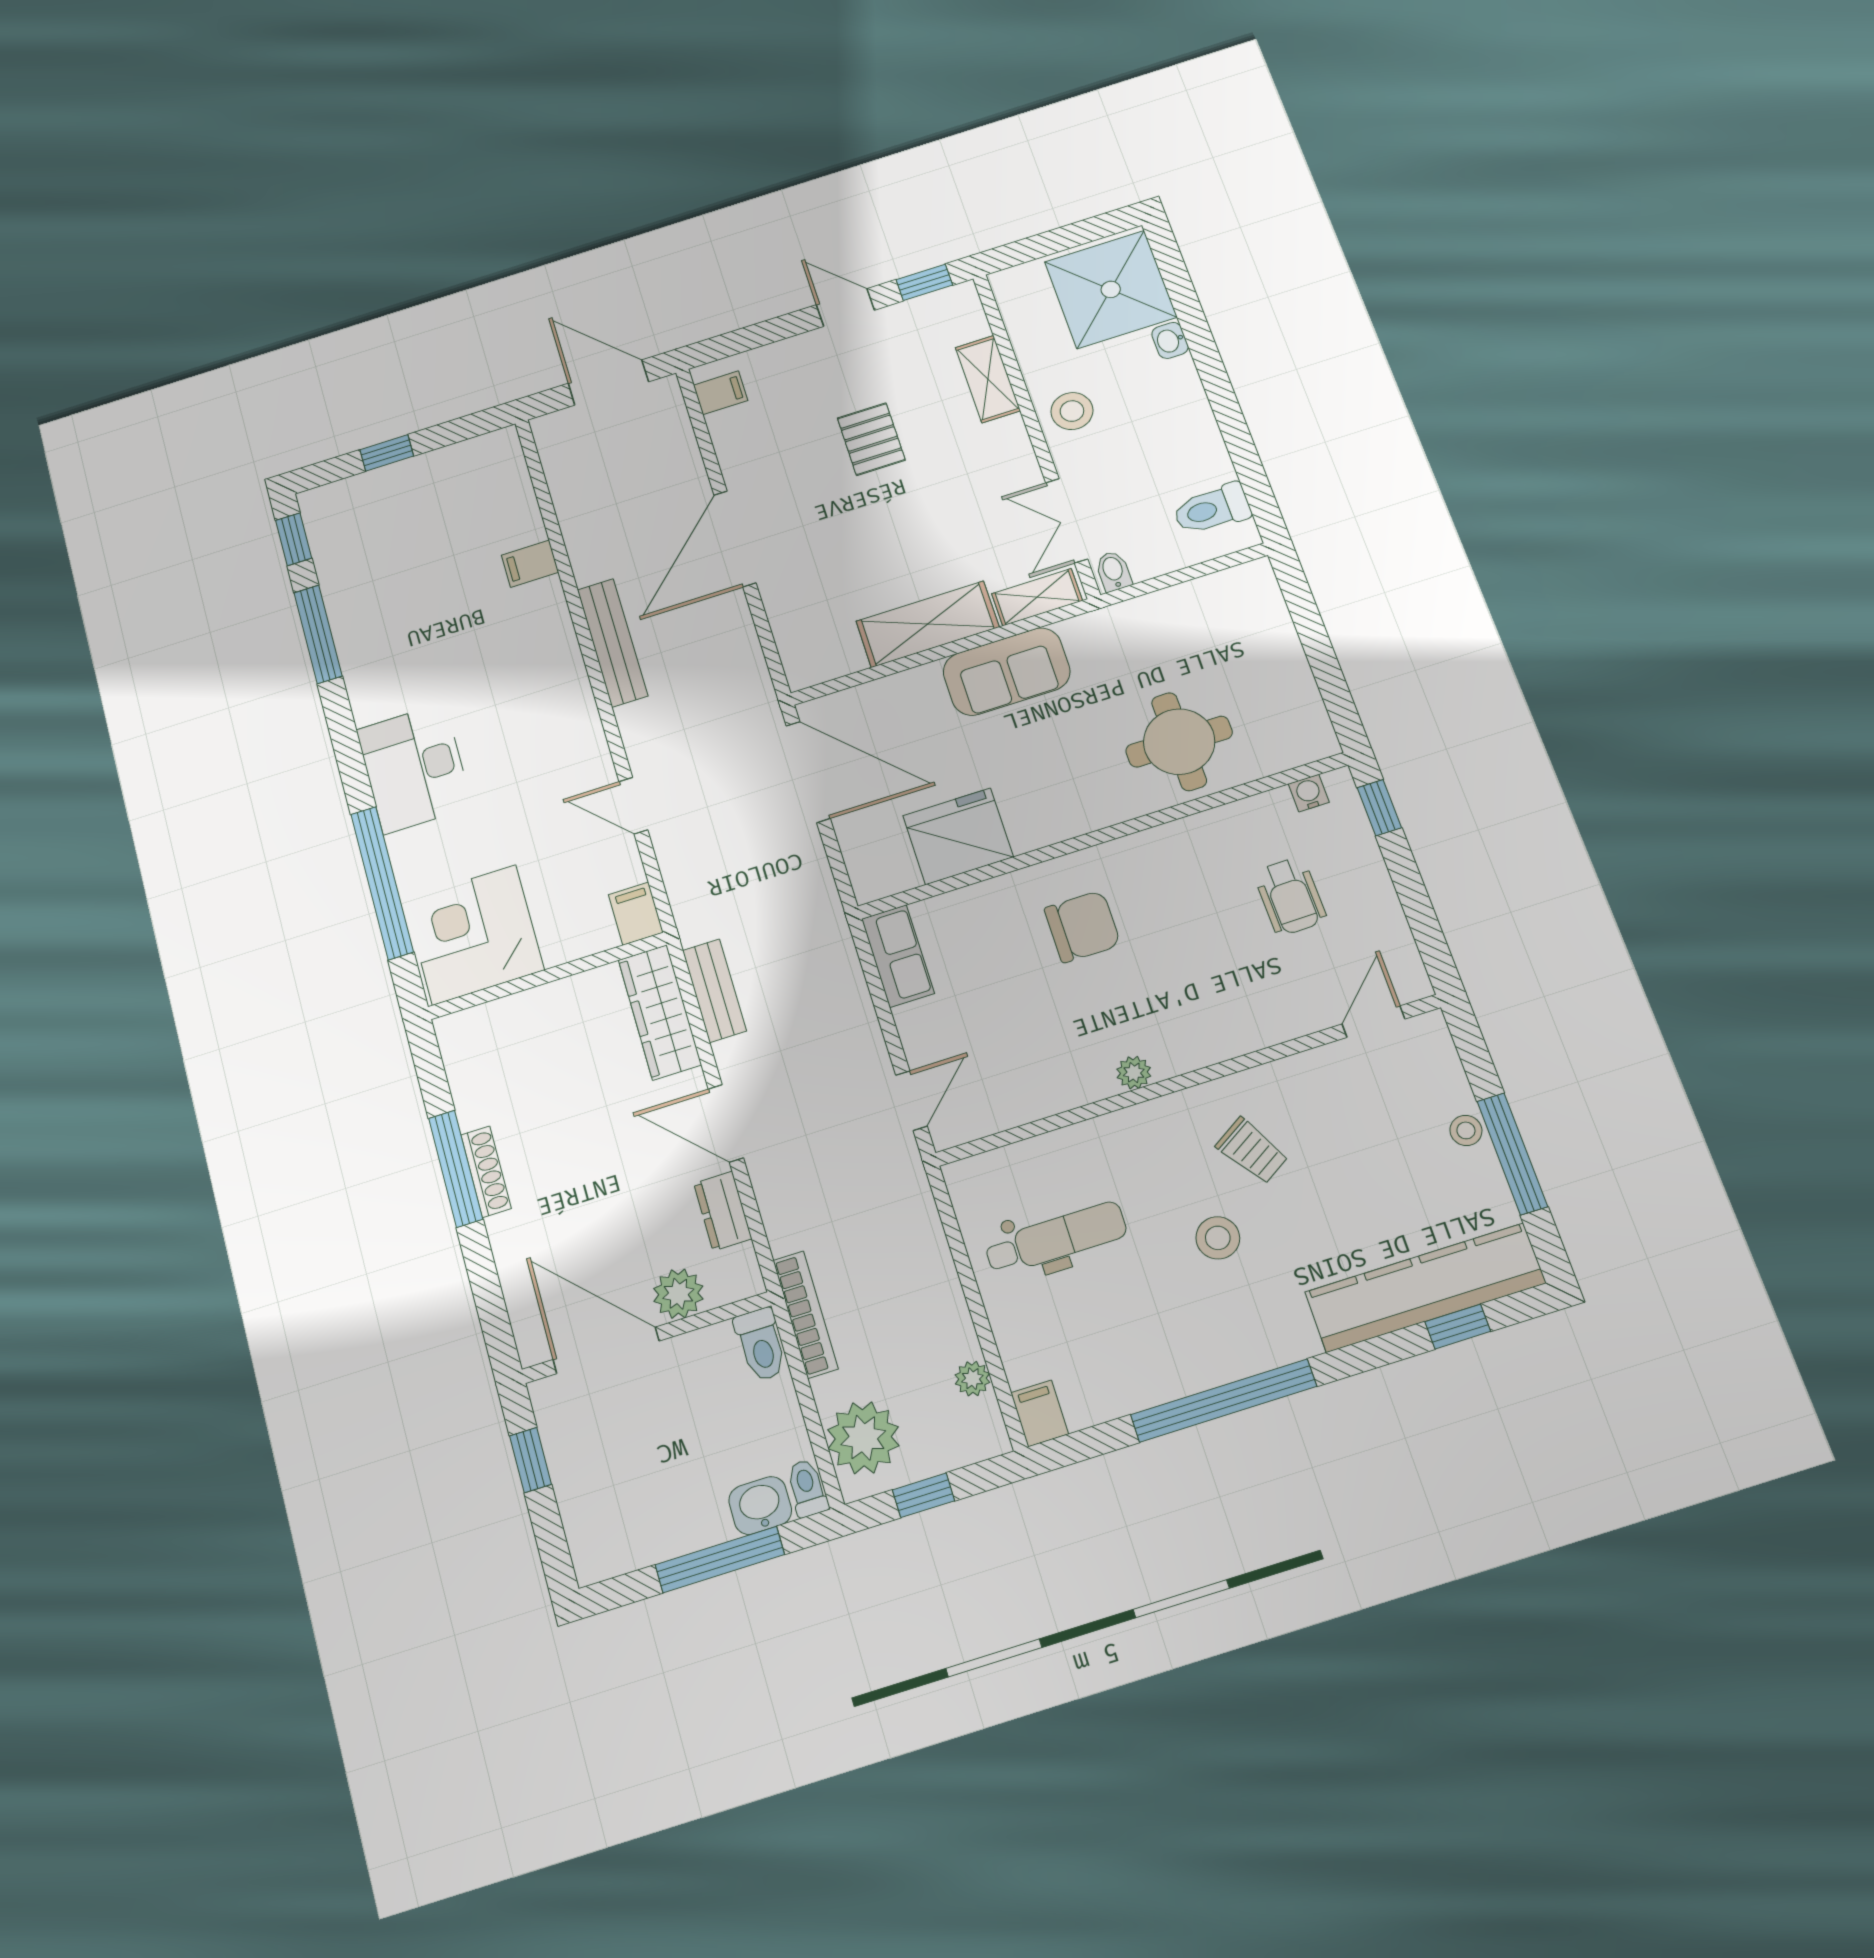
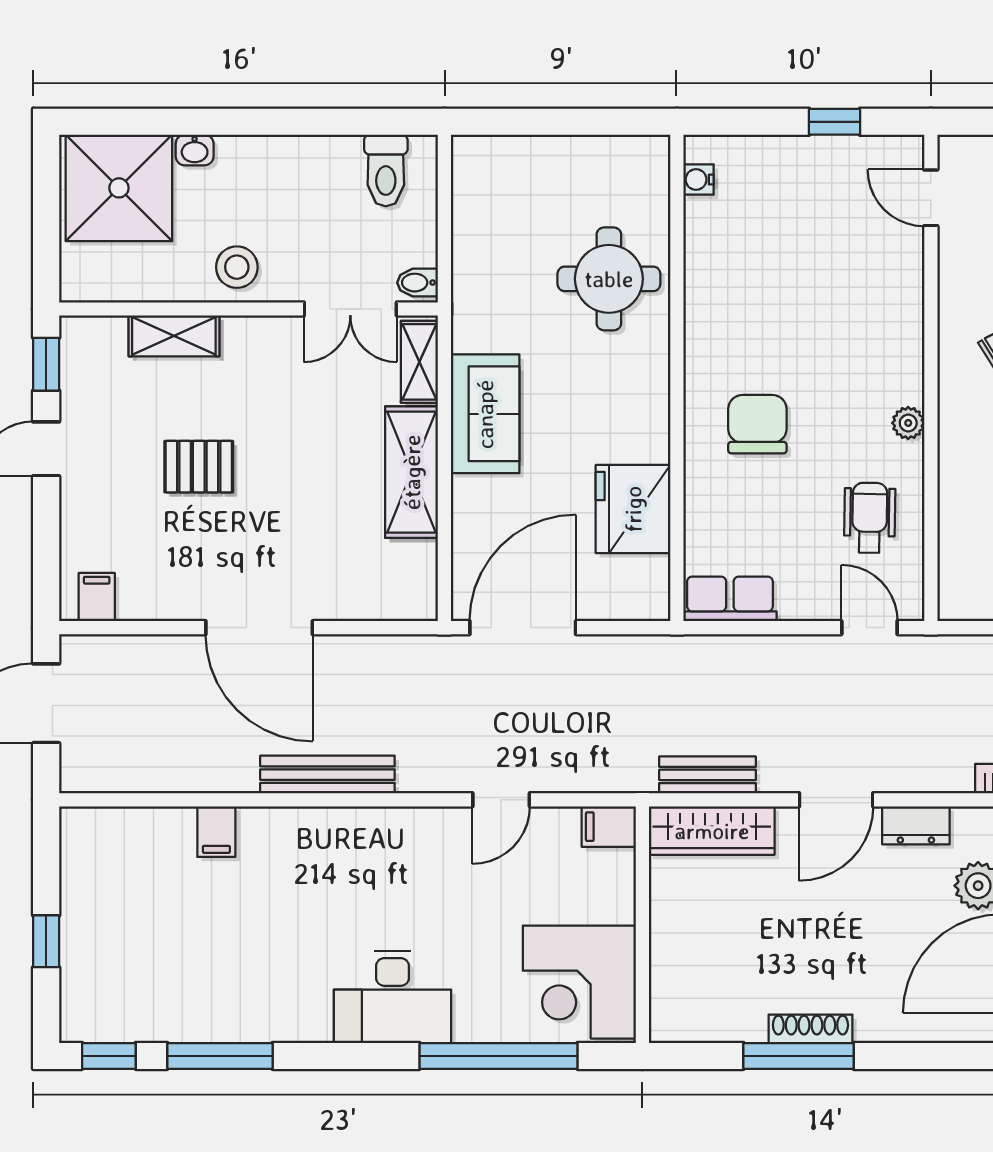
window: (1379, 808) -> (834, 122), moved
wheelchair: (1290, 896) -> (870, 518), moved, turned -88

